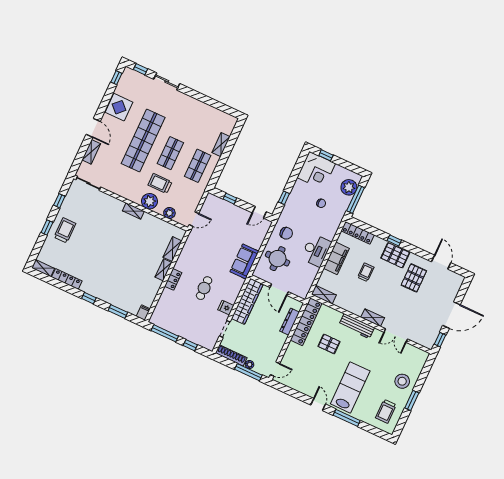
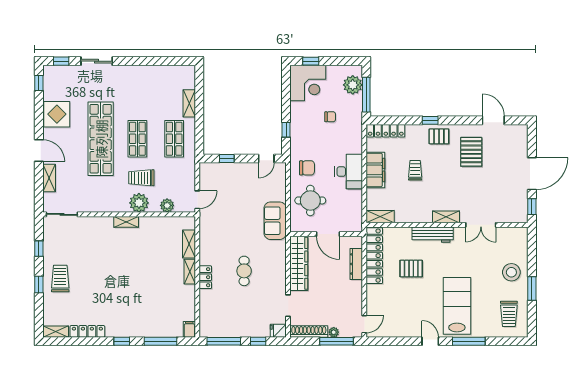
pallet: (395, 255) -> (439, 136), width x0.67, depth x0.71
fridge: (226, 308) -> (278, 331), moved
window: (118, 312) -> (161, 341), width x1.44

